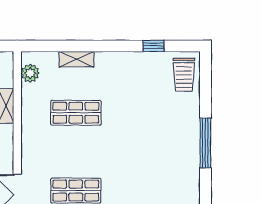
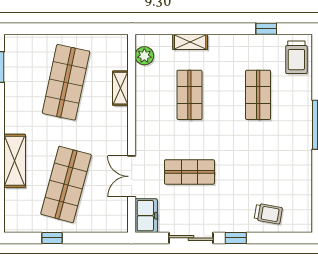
shop shelf: (76, 113) -> (189, 95), turned 90
shop shelf: (145, 113) -> (258, 95), added

